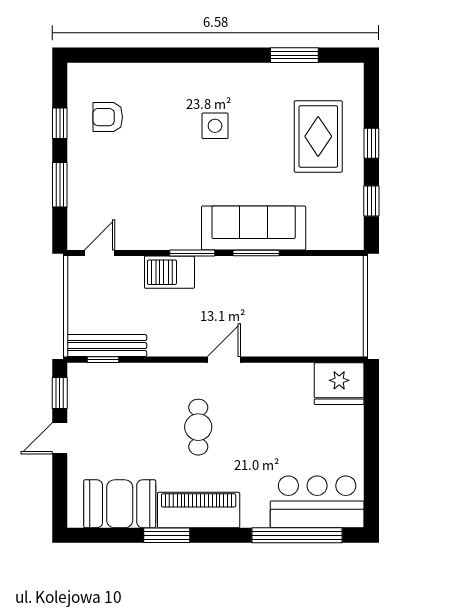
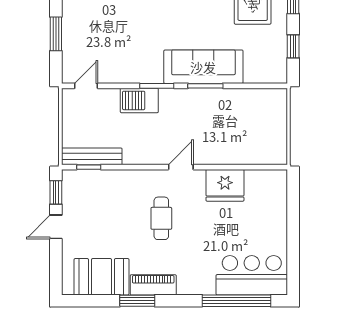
fridge: (339, 384) -> (225, 185), moved
piano: (199, 510) -> (153, 285), width x0.73, depth x0.75

